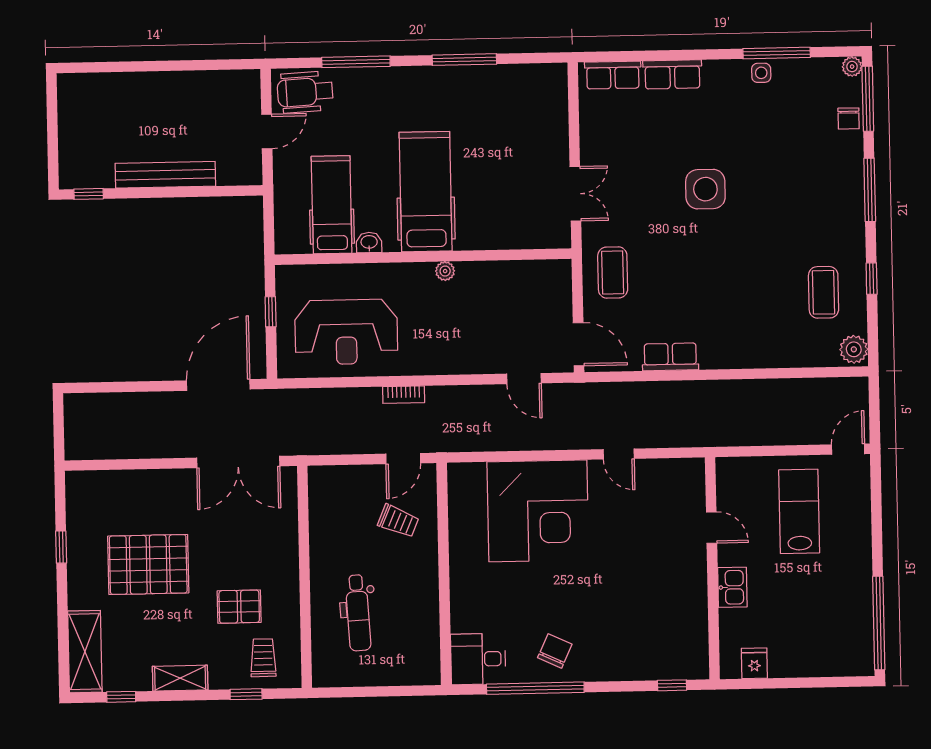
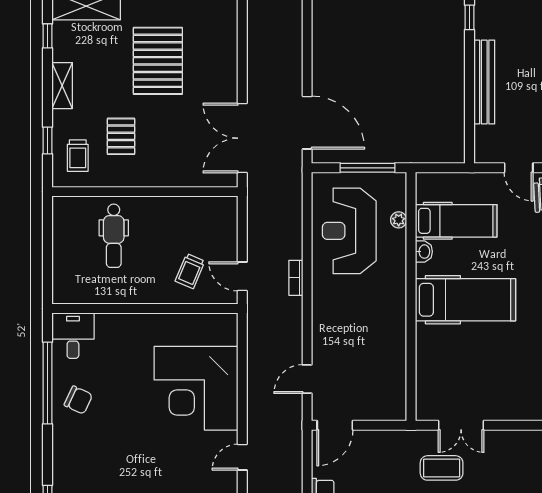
plant: (445, 271) -> (399, 220), moved
coffee table: (613, 273) -> (442, 468), moved
window: (271, 312) -> (368, 168), width x2.17
dental chair: (358, 613) -> (114, 236), turned -87
trolley: (263, 658) -> (78, 156), turned 90

